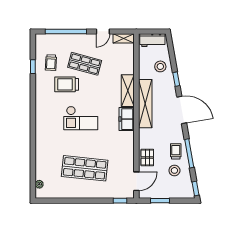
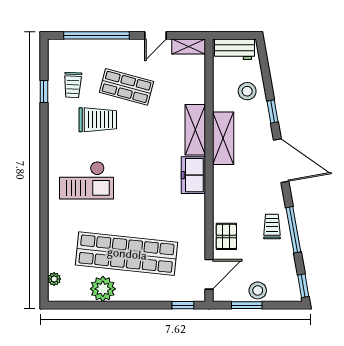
trolley: (67, 84) -> (98, 120), turned 180
shelving: (145, 104) -> (223, 138), width x0.68
checkout: (81, 118) -> (87, 180), moved
shop shelf: (85, 168) -> (127, 254), width x1.40
stool: (174, 170) -> (258, 290), moved
plant: (70, 190) -> (103, 289), added

